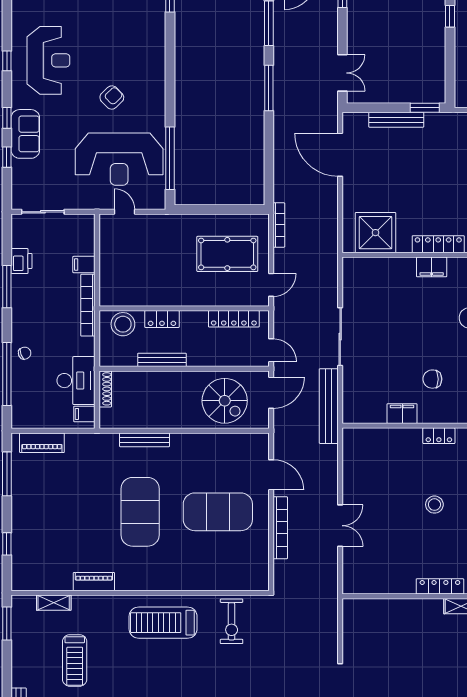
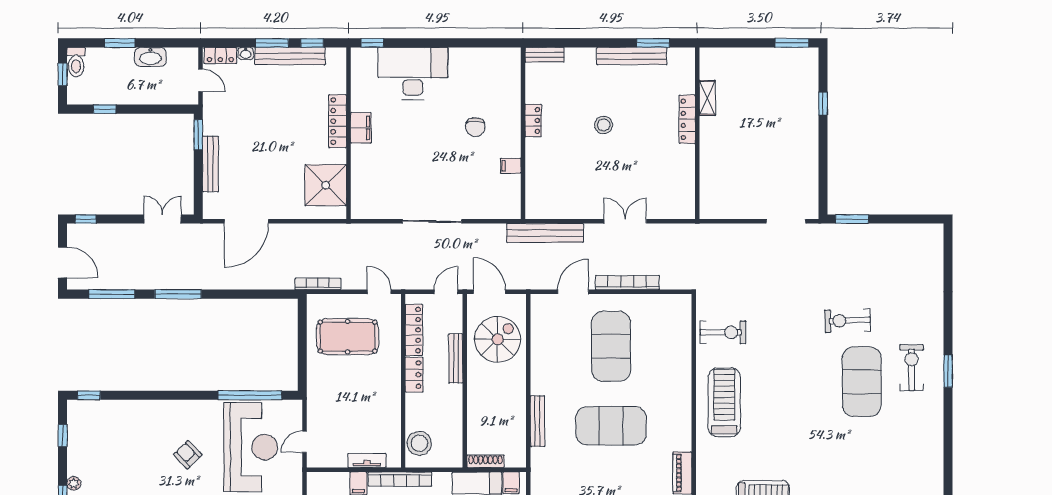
pool table: (227, 254) -> (348, 337), turned 90
tv unit: (106, 273) -> (367, 460), added
locker: (162, 319) -> (414, 375), moved
bench: (162, 360) -> (456, 358), moved
bench: (329, 406) -> (545, 233), moved
filing cabinet: (402, 414) -> (511, 166), width x0.50
treadmill: (163, 623) -> (724, 402), turned 180

